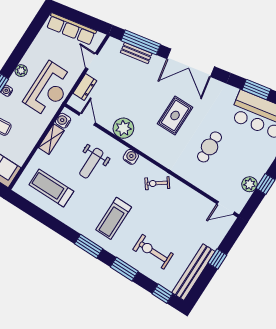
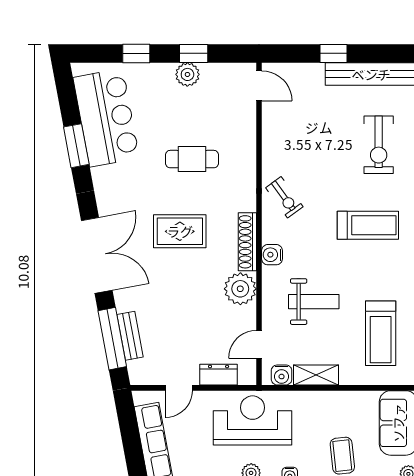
shoe rack: (146, 148) -> (247, 242), added
plant: (250, 184) -> (187, 74), moved

